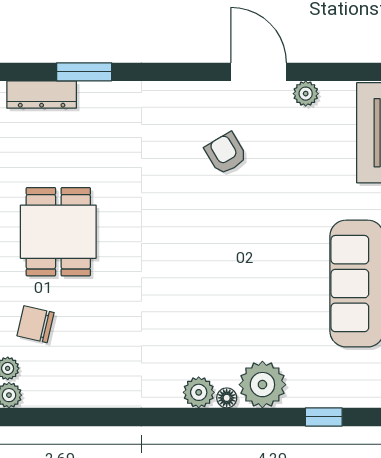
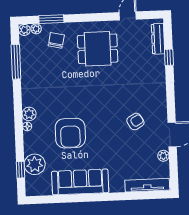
window: (84, 72) -> (169, 57), width x0.67
armchair: (246, 301) -> (70, 133), added
plant: (262, 385) -> (35, 164), moved
window: (80, 417) -> (16, 62), added

